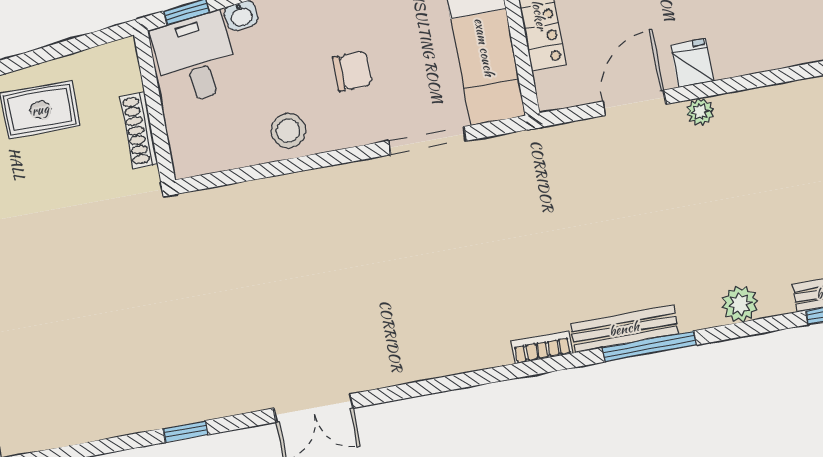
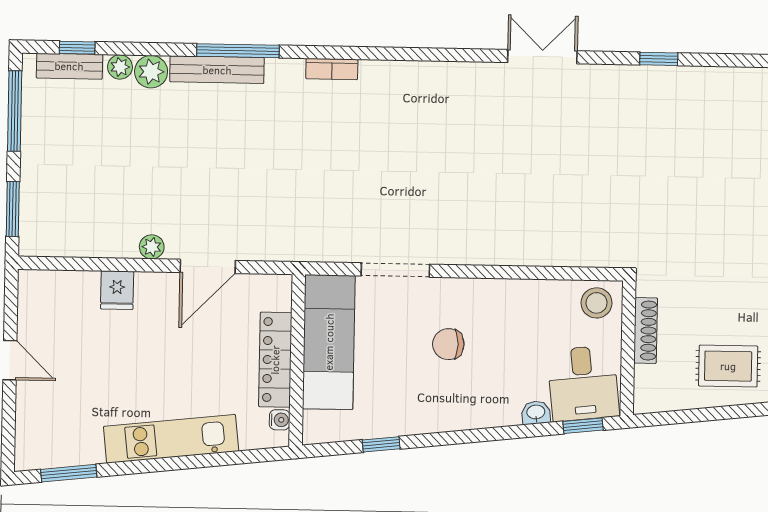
fridge: (692, 63) -> (117, 290), moved
stool: (288, 130) -> (597, 303), moved
plant: (775, 302) -> (120, 67), added
bench: (624, 329) -> (217, 70), moved

